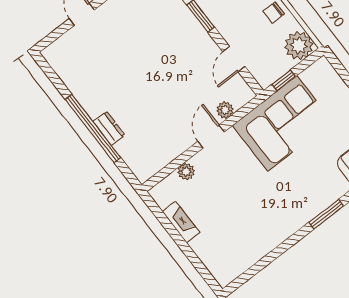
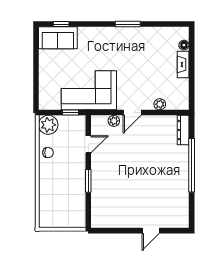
dresser: (109, 128) -> (183, 130), moved, width x1.44
window: (326, 214) -> (128, 24), moved
fireplace: (181, 222) -> (183, 64), moved
floor lamp: (212, 263) -> (184, 45), added

